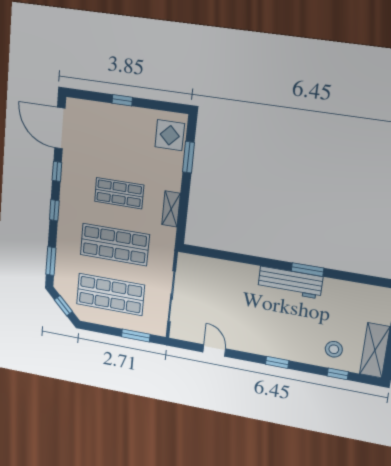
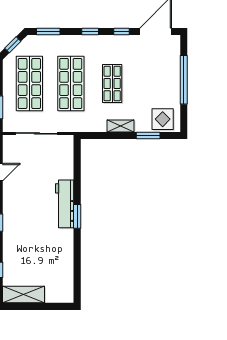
window: (122, 100) -> (184, 80), width x3.17
shelving: (171, 209) -> (121, 126), moved
window: (308, 270) -> (77, 216), moved
workbench: (290, 283) -> (65, 204), moved
stool: (334, 349) -> (18, 264), removed

